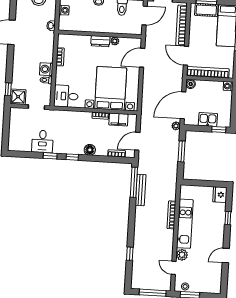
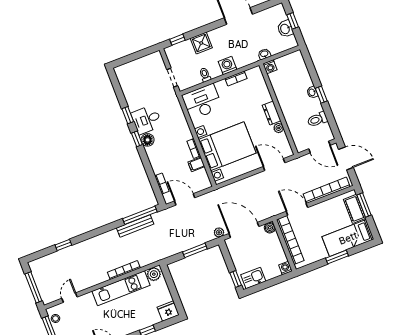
washing machine: (64, 10) -> (270, 67), moved
door: (186, 56) -> (297, 209), hinge flipped
washing machine: (46, 69) -> (227, 66), moved
desk: (66, 96) -> (202, 102), width x1.37
shower: (18, 97) -> (201, 43), moved
filing cabinet: (118, 120) -> (196, 164), width x0.50
kitchen sink: (208, 120) -> (253, 278), moved, turned -90
desk: (42, 141) -> (147, 120), moved
floor lamp: (90, 150) -> (148, 140), moved
plant: (182, 255) -> (154, 274), moved

